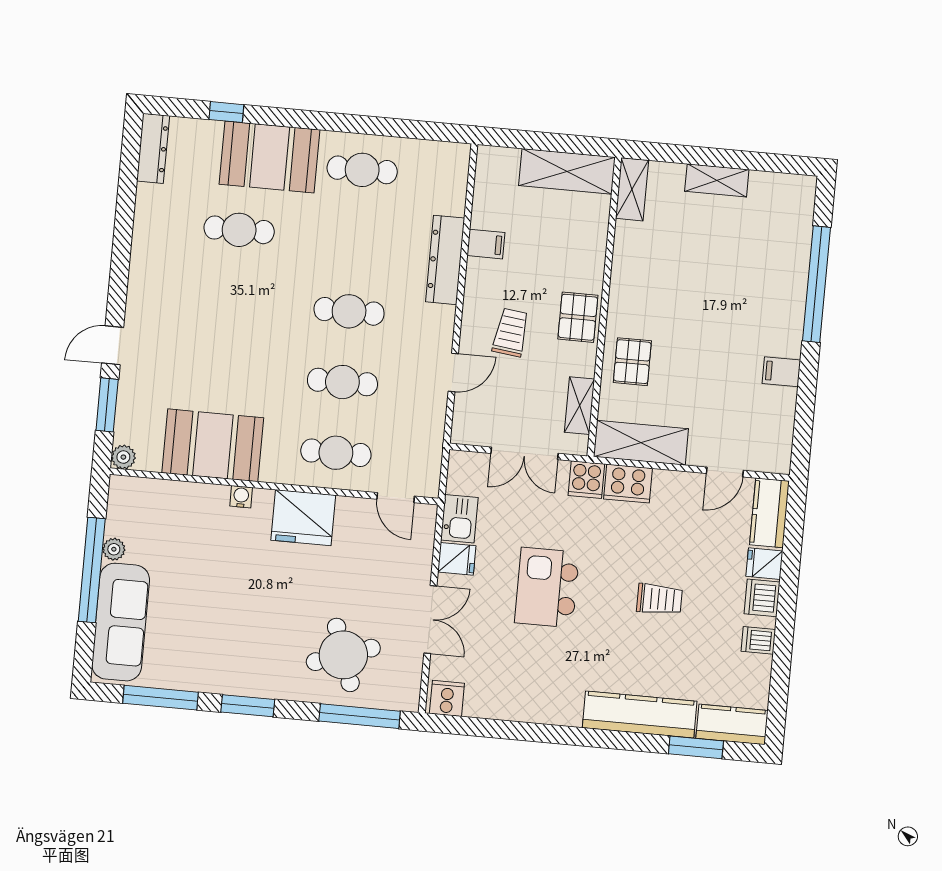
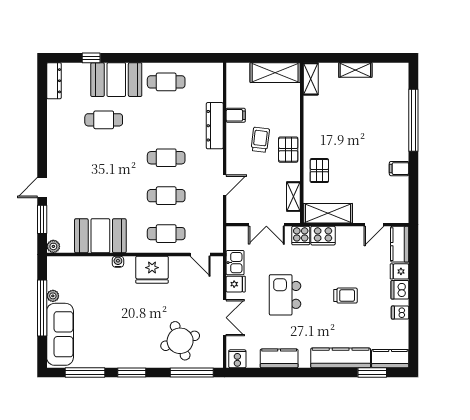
trolley: (511, 332) -> (260, 140), moved
kitchen counter: (525, 705) -> (279, 358), added

